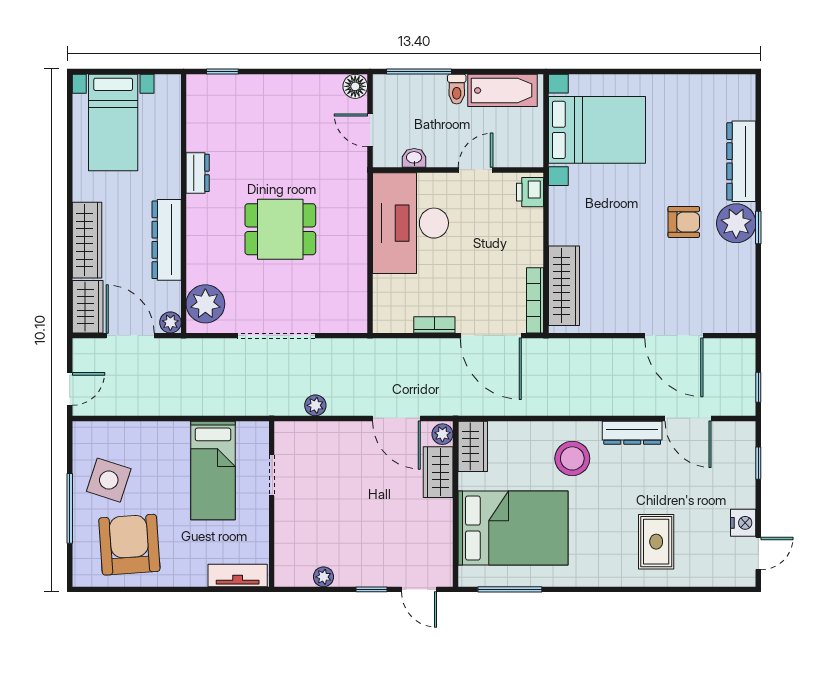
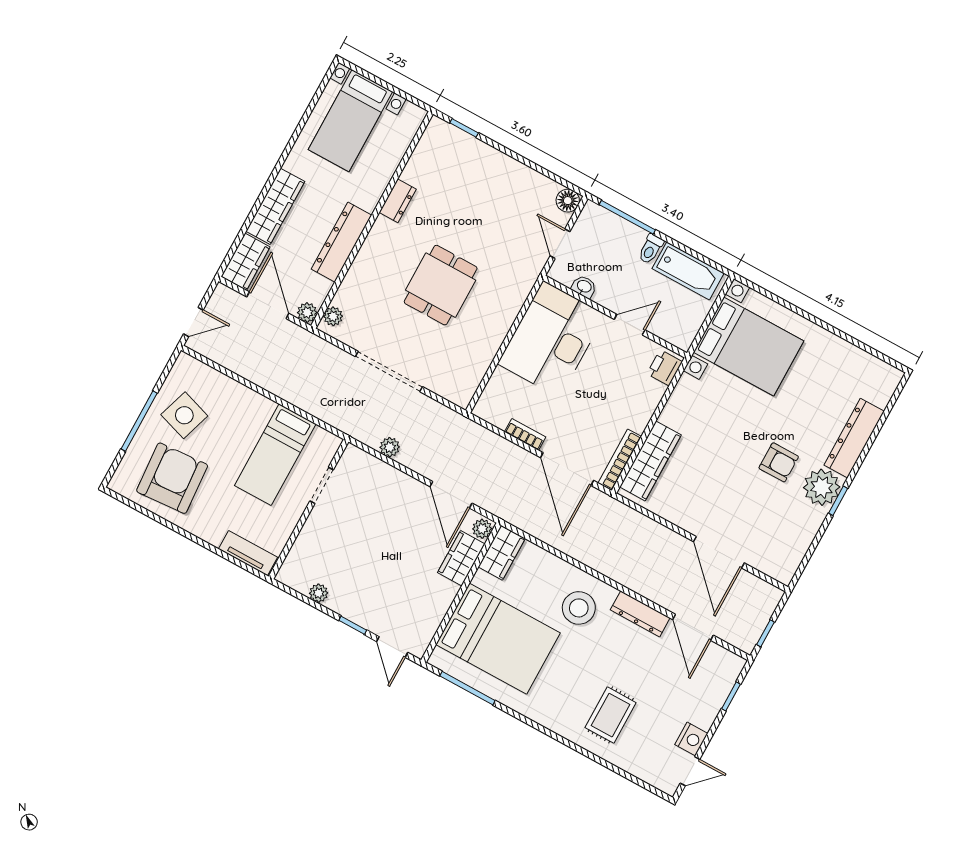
dining table: (280, 229) -> (441, 285), turned 90
plant: (205, 304) -> (333, 316), width x0.53, depth x0.53

